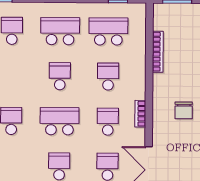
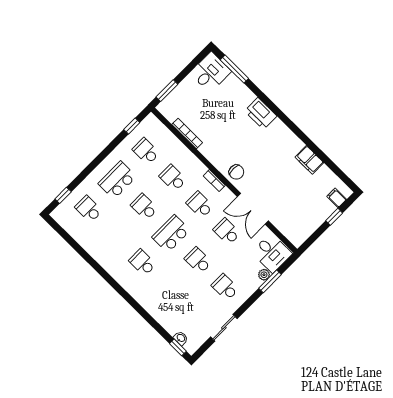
school desk: (108, 31) -> (146, 151), width x0.54
chair: (184, 110) -> (236, 172), moved

